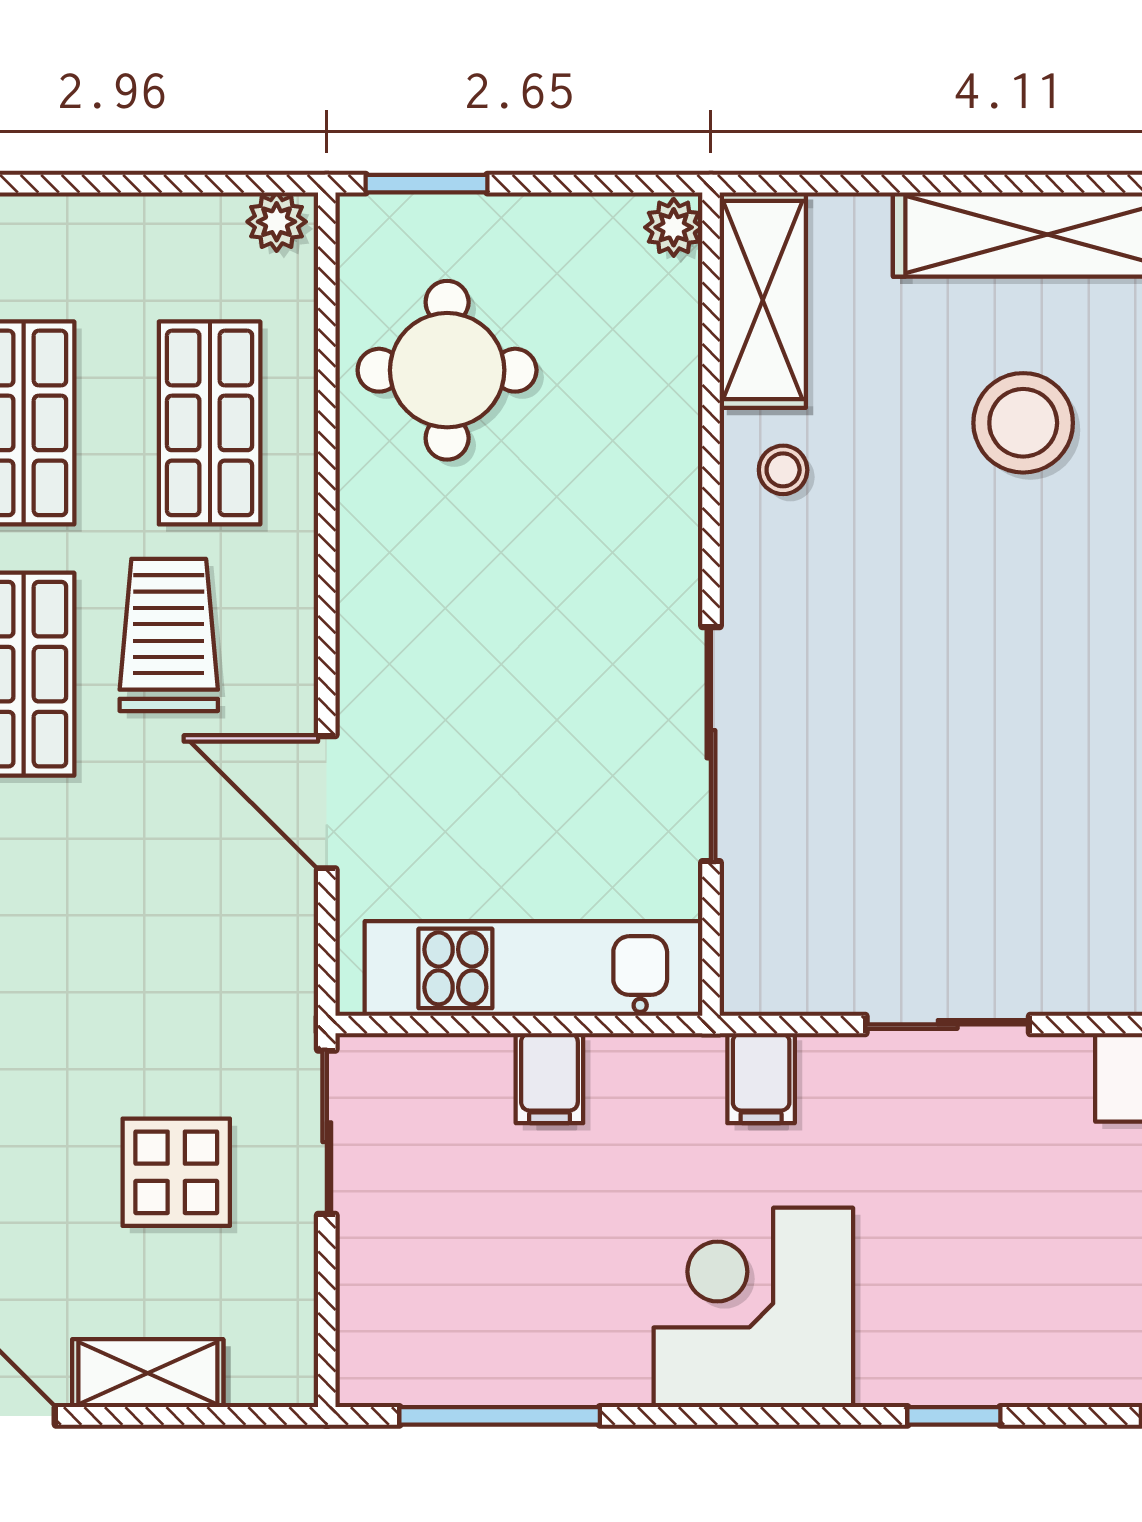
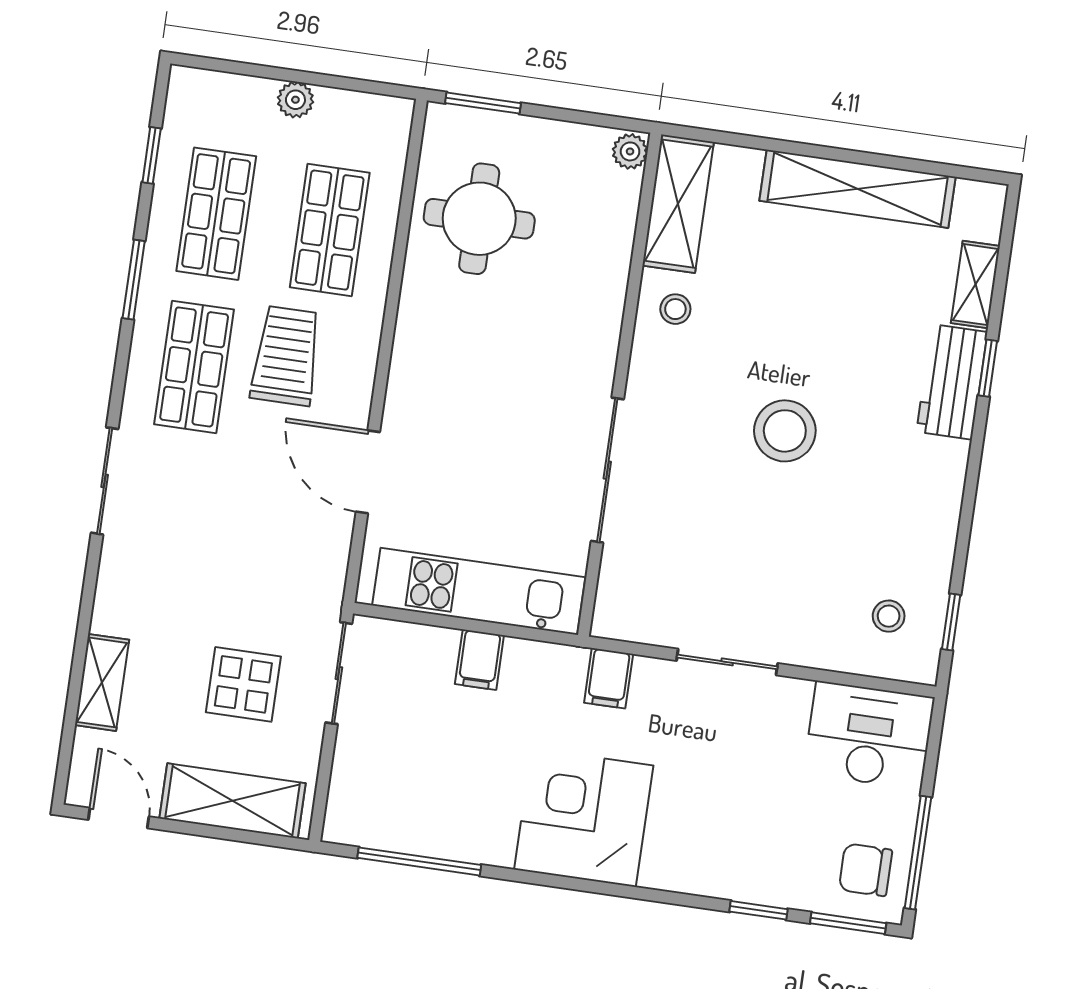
plant: (277, 222) -> (295, 100), moved
stool: (1023, 423) -> (785, 431), moved
shelving: (148, 1373) -> (232, 801), width x1.50, depth x1.33
window: (954, 1416) -> (759, 910), moved

